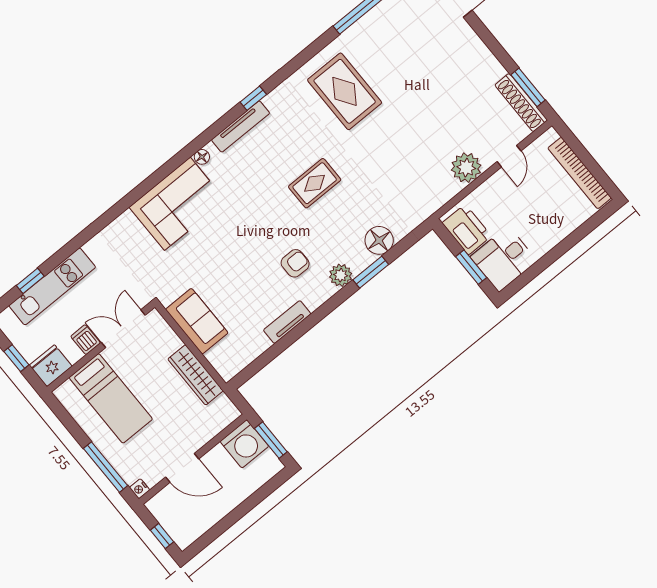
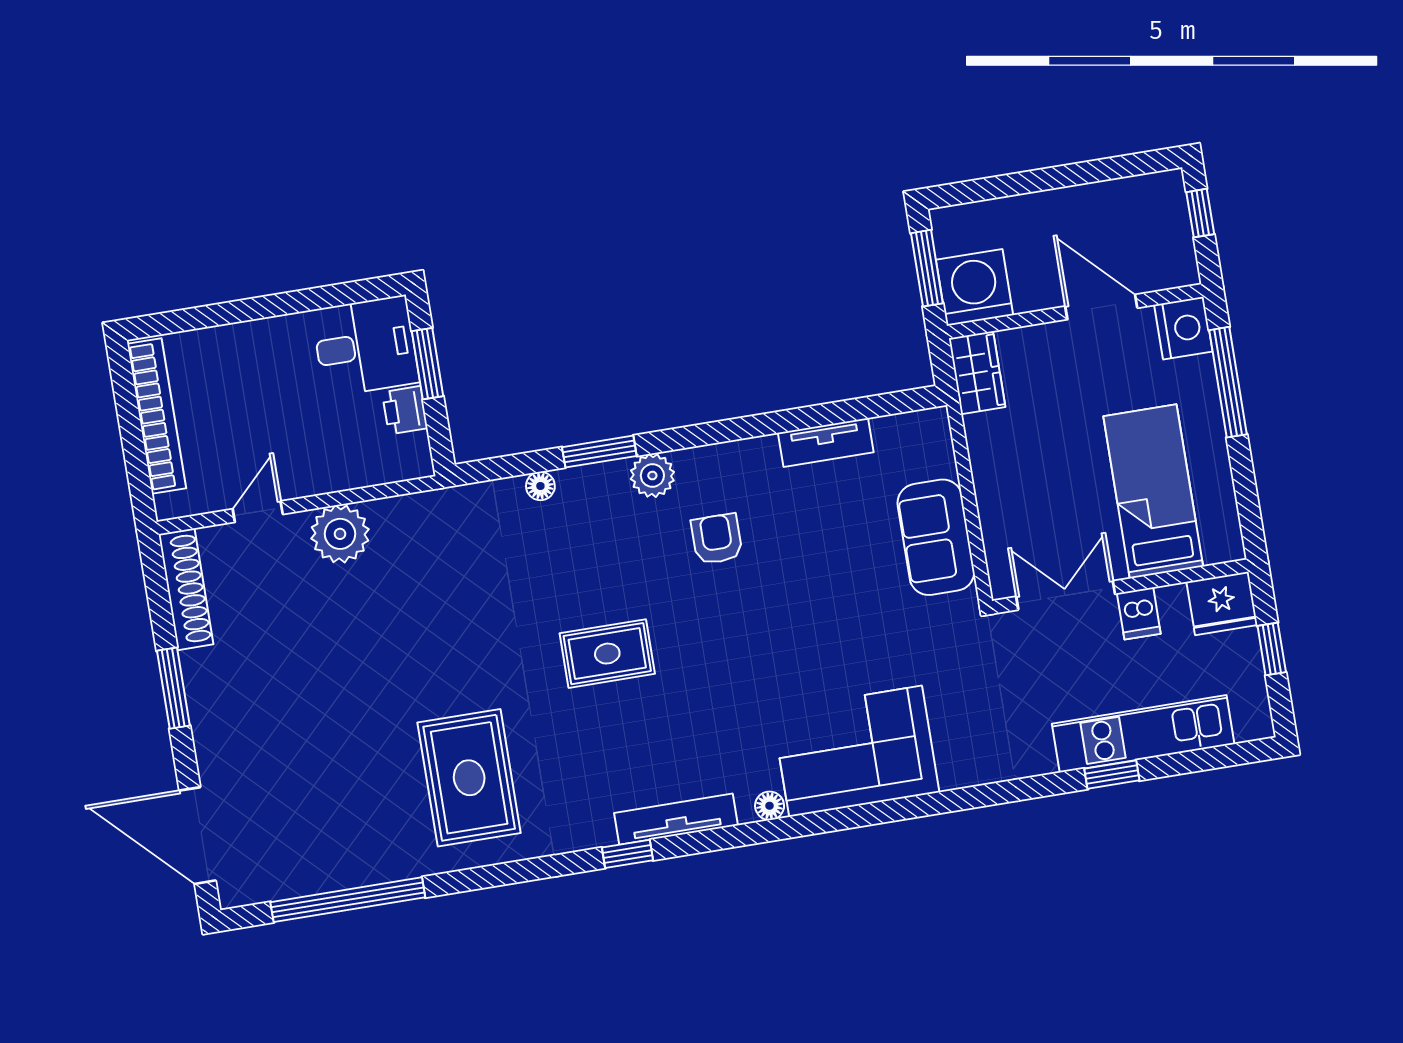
window: (528, 87) -> (173, 688), moved
printer: (467, 230) -> (405, 410), width x0.53, depth x0.68
floor lamp: (379, 240) -> (540, 486), width x0.53, depth x0.53
armchair: (295, 263) -> (717, 539), turned 90
window: (30, 281) -> (1112, 775), moved
tv unit: (287, 322) -> (826, 442), moved
double door: (123, 329) -> (1066, 595), swing flipped
wardrobe: (196, 375) -> (977, 373), moved, width x0.67
nightstand: (140, 489) -> (1183, 328), width x1.89, depth x1.79

